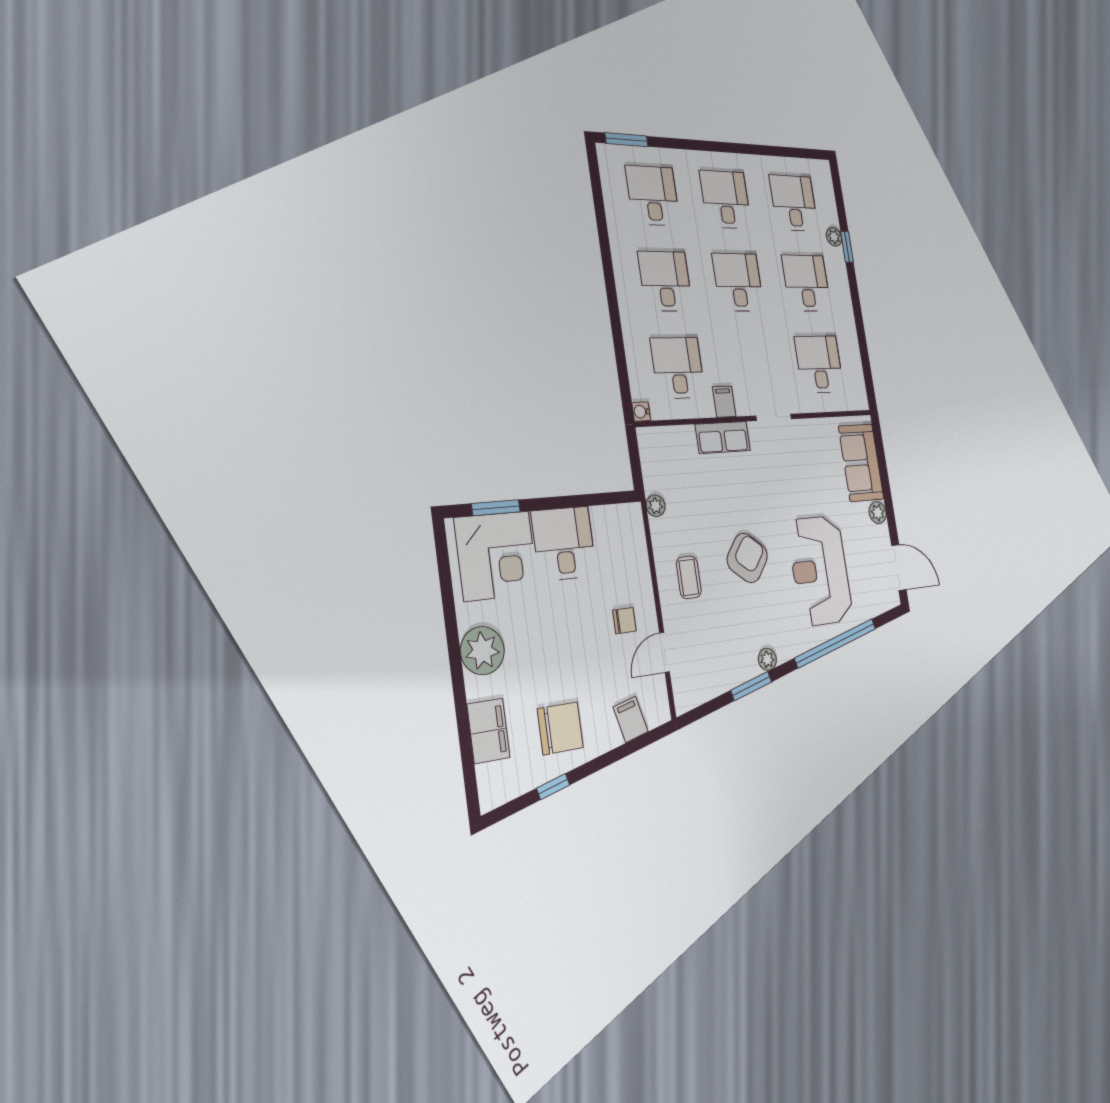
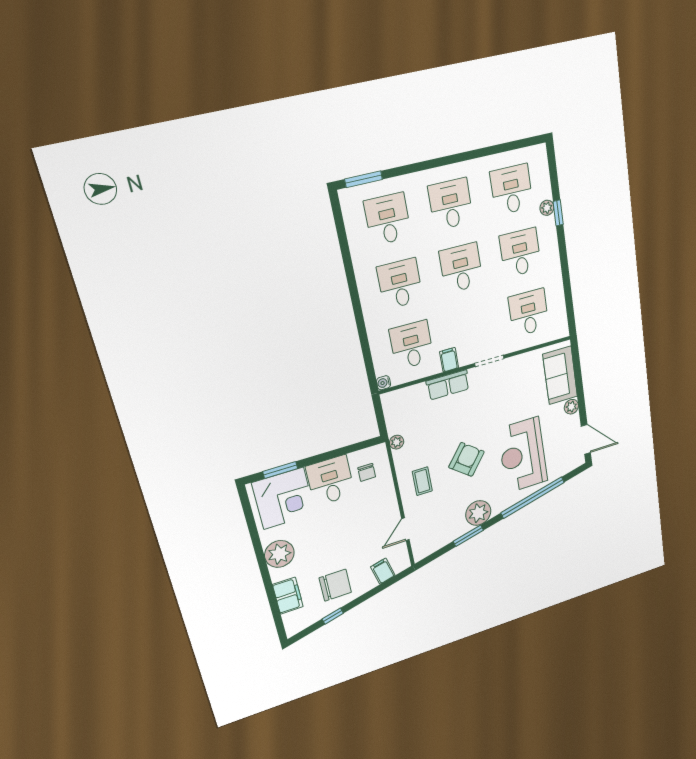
chair: (624, 621) -> (367, 472), moved, turned 90
plant: (767, 659) -> (478, 513), width x1.88, depth x1.88

